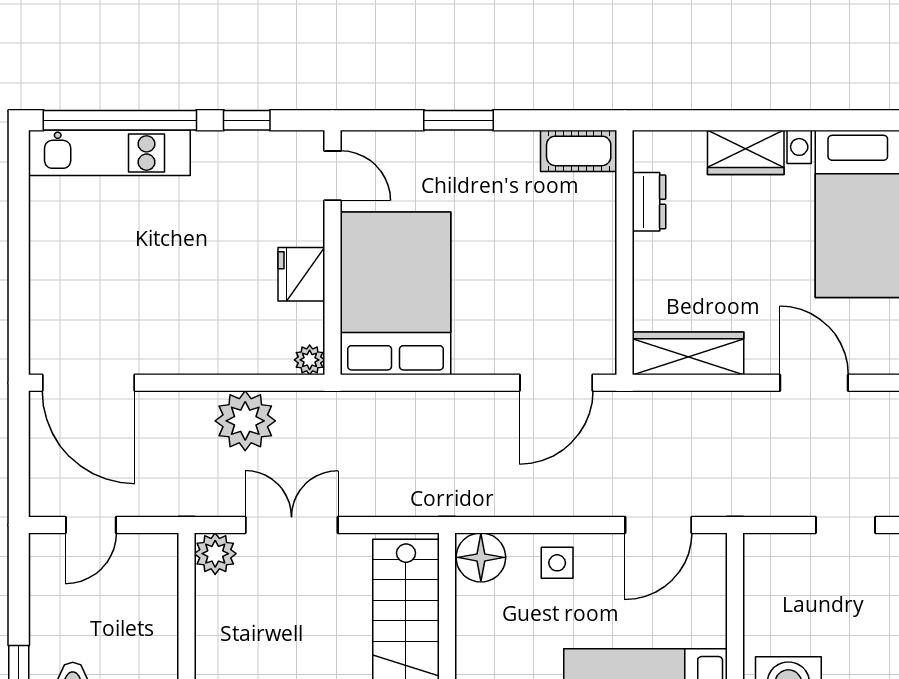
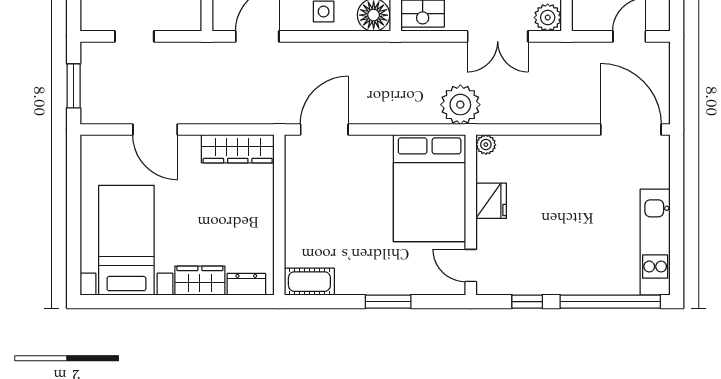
kitchen unit: (109, 153) -> (655, 242), moved, turned -90
dresser: (649, 202) -> (246, 284), moved, turned 90
plant: (245, 421) -> (460, 105), moved

